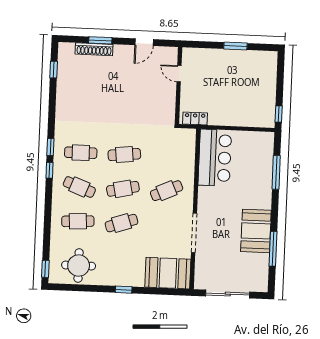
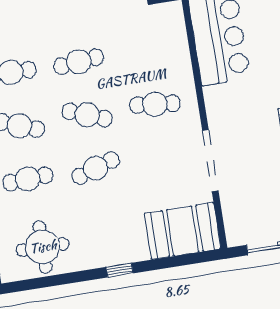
cafe table: (123, 189) -> (87, 115), turned 33
cafe table: (167, 191) -> (155, 104), turned 30

